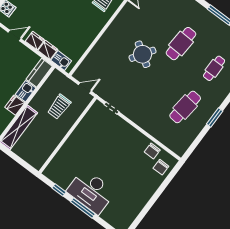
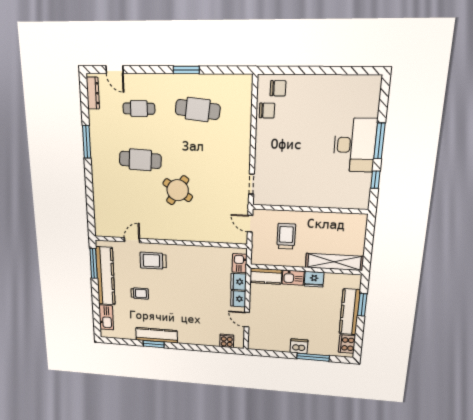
trolley: (59, 107) -> (286, 236), turned -90

